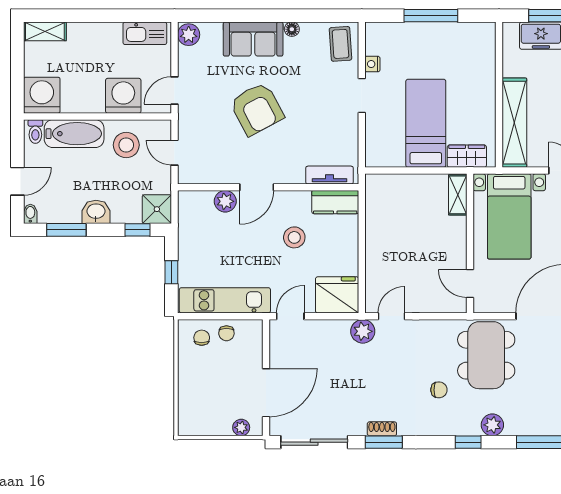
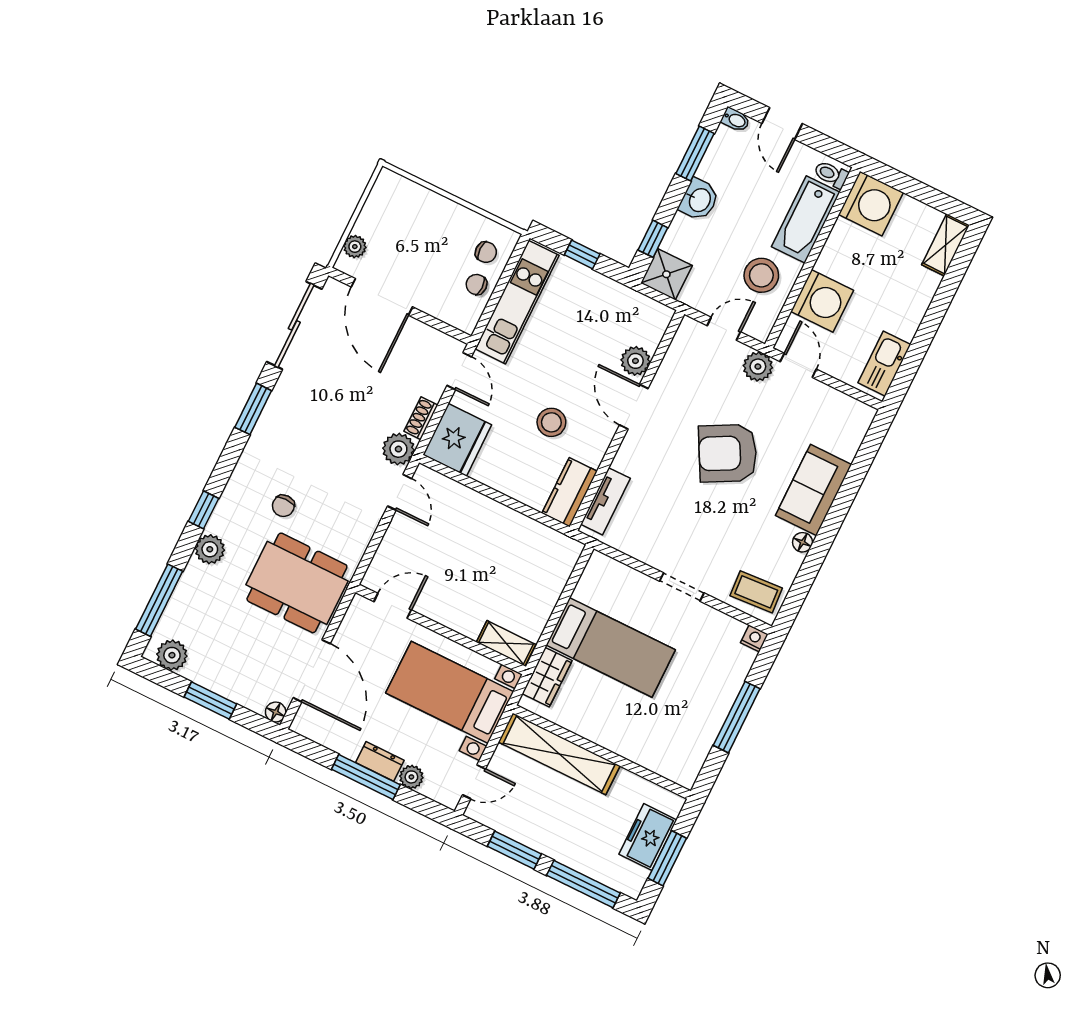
plant: (189, 35) -> (758, 367), moved
nightstand: (372, 64) -> (754, 638), moved
shoe rack: (382, 429) -> (421, 418), moved, turned 180

